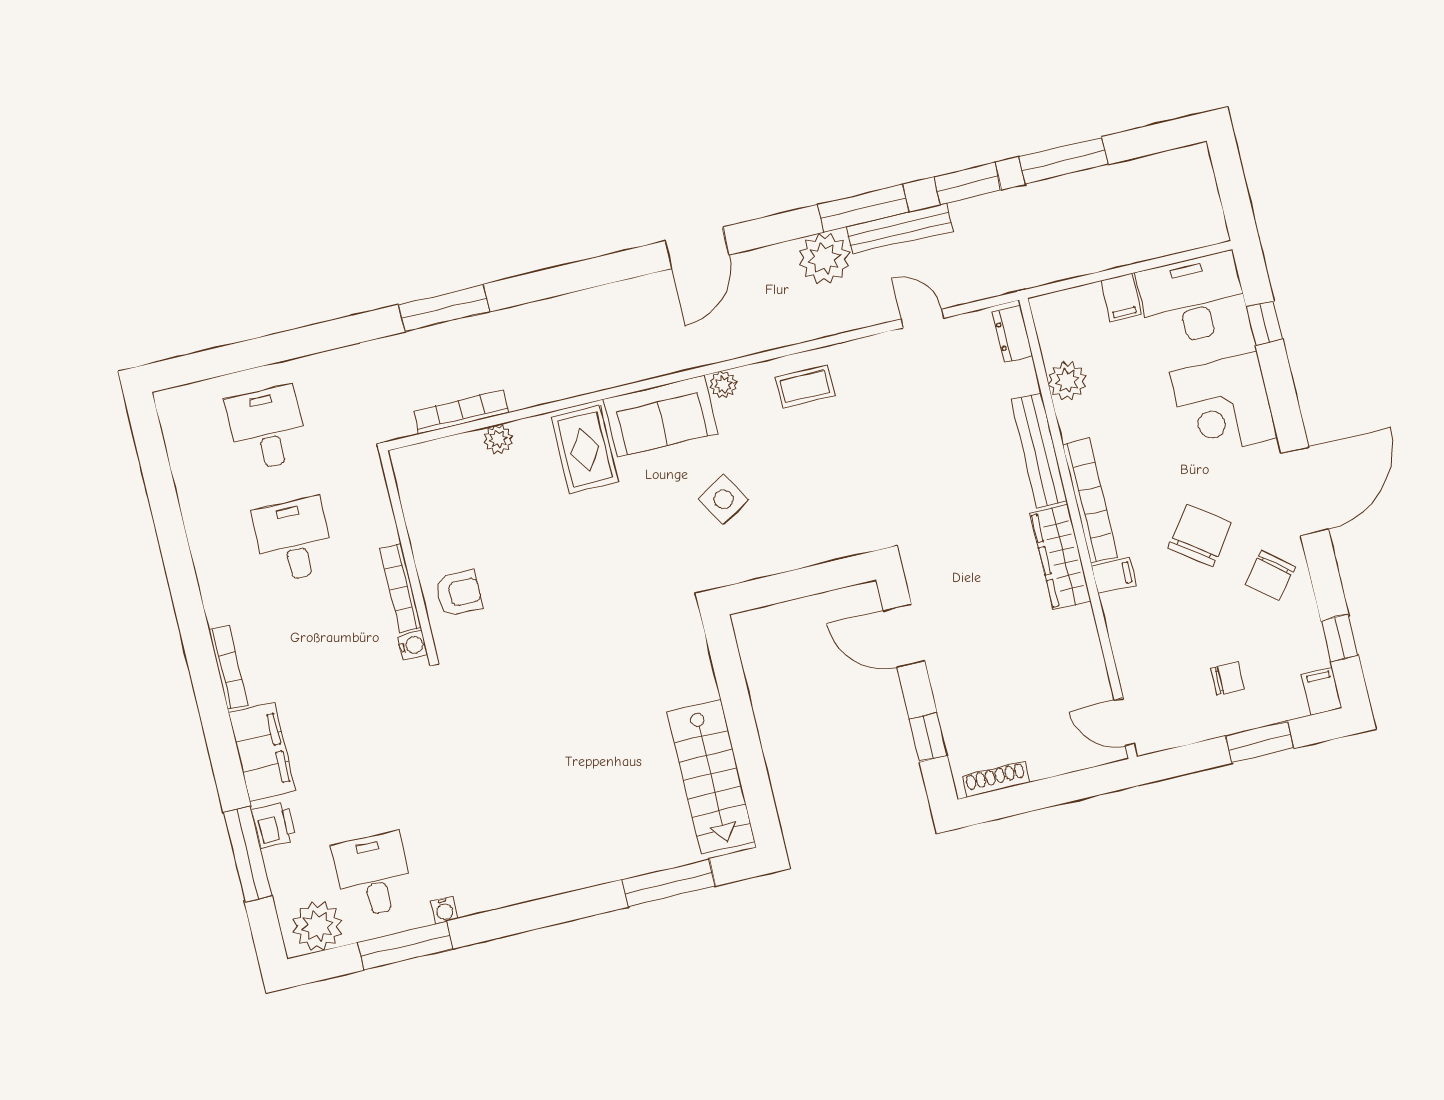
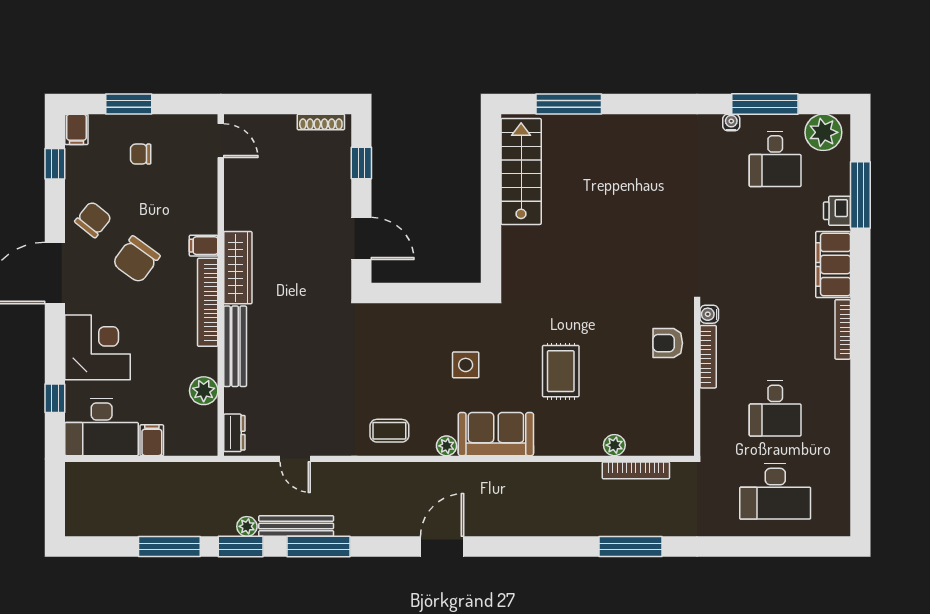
plant: (824, 258) -> (247, 526), moved, width x0.53, depth x0.53
desk: (267, 428) -> (775, 492), width x1.37
rug: (585, 449) -> (561, 371), moved
side table: (723, 499) -> (466, 365), turned 31

